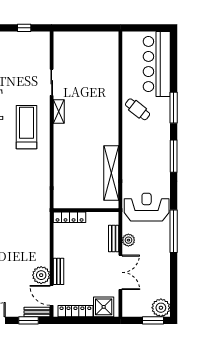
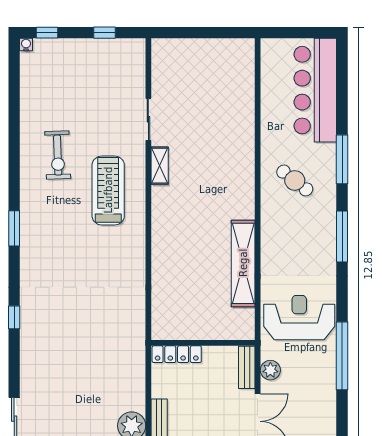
cafe table: (138, 109) -> (295, 180), moved
wall: (86, 210) -> (203, 343), moved
locker: (70, 217) -> (177, 354), moved

